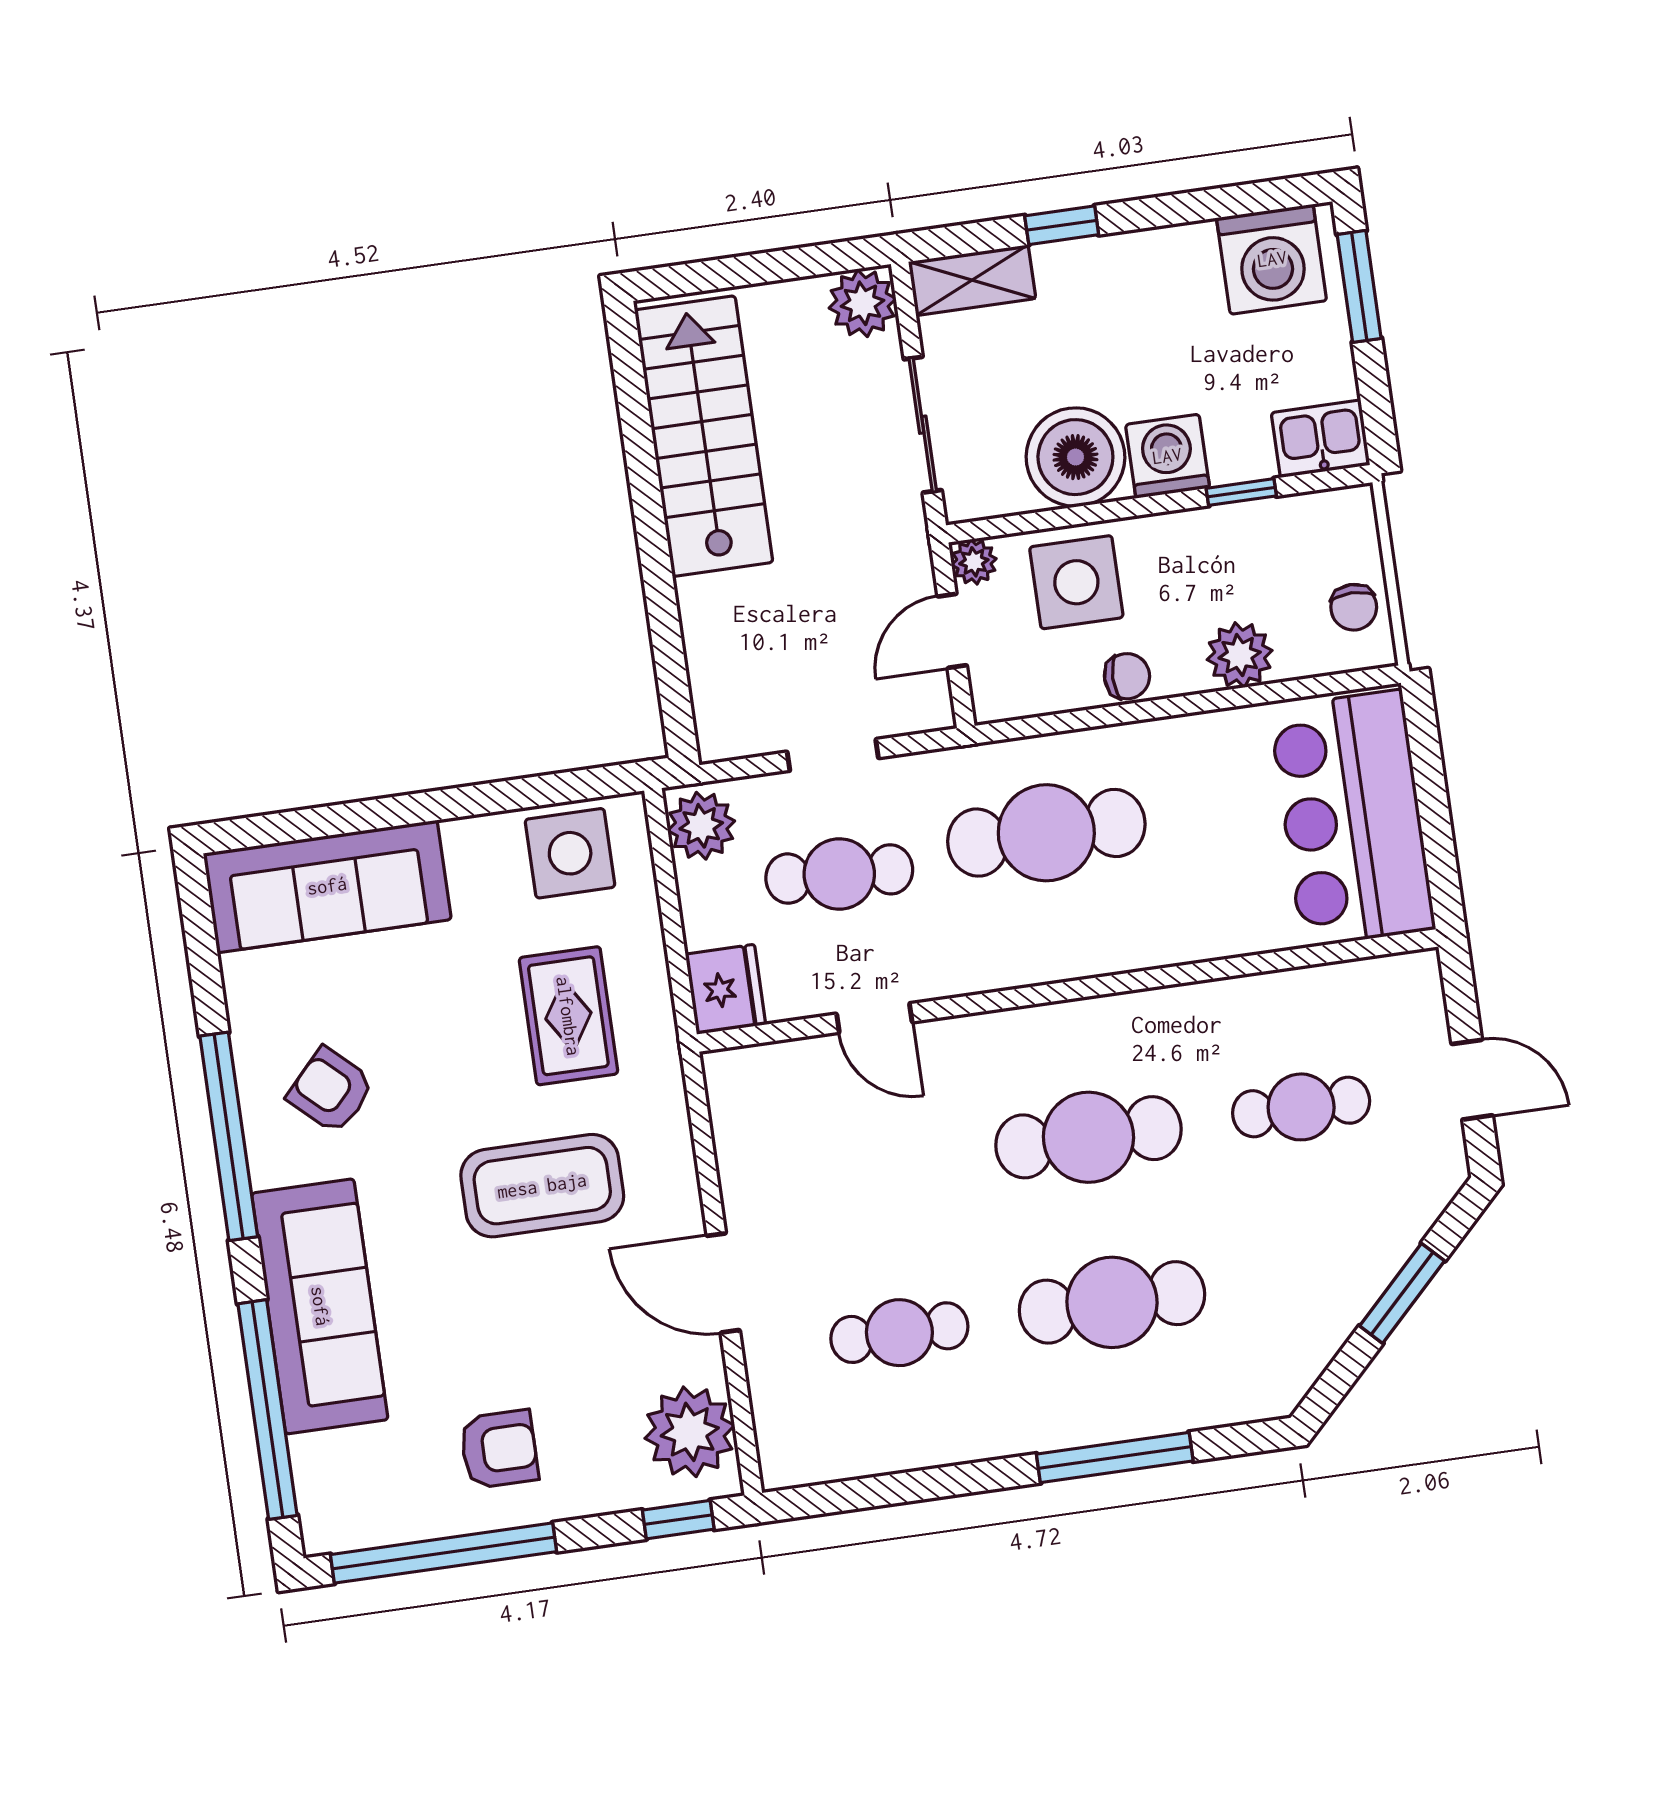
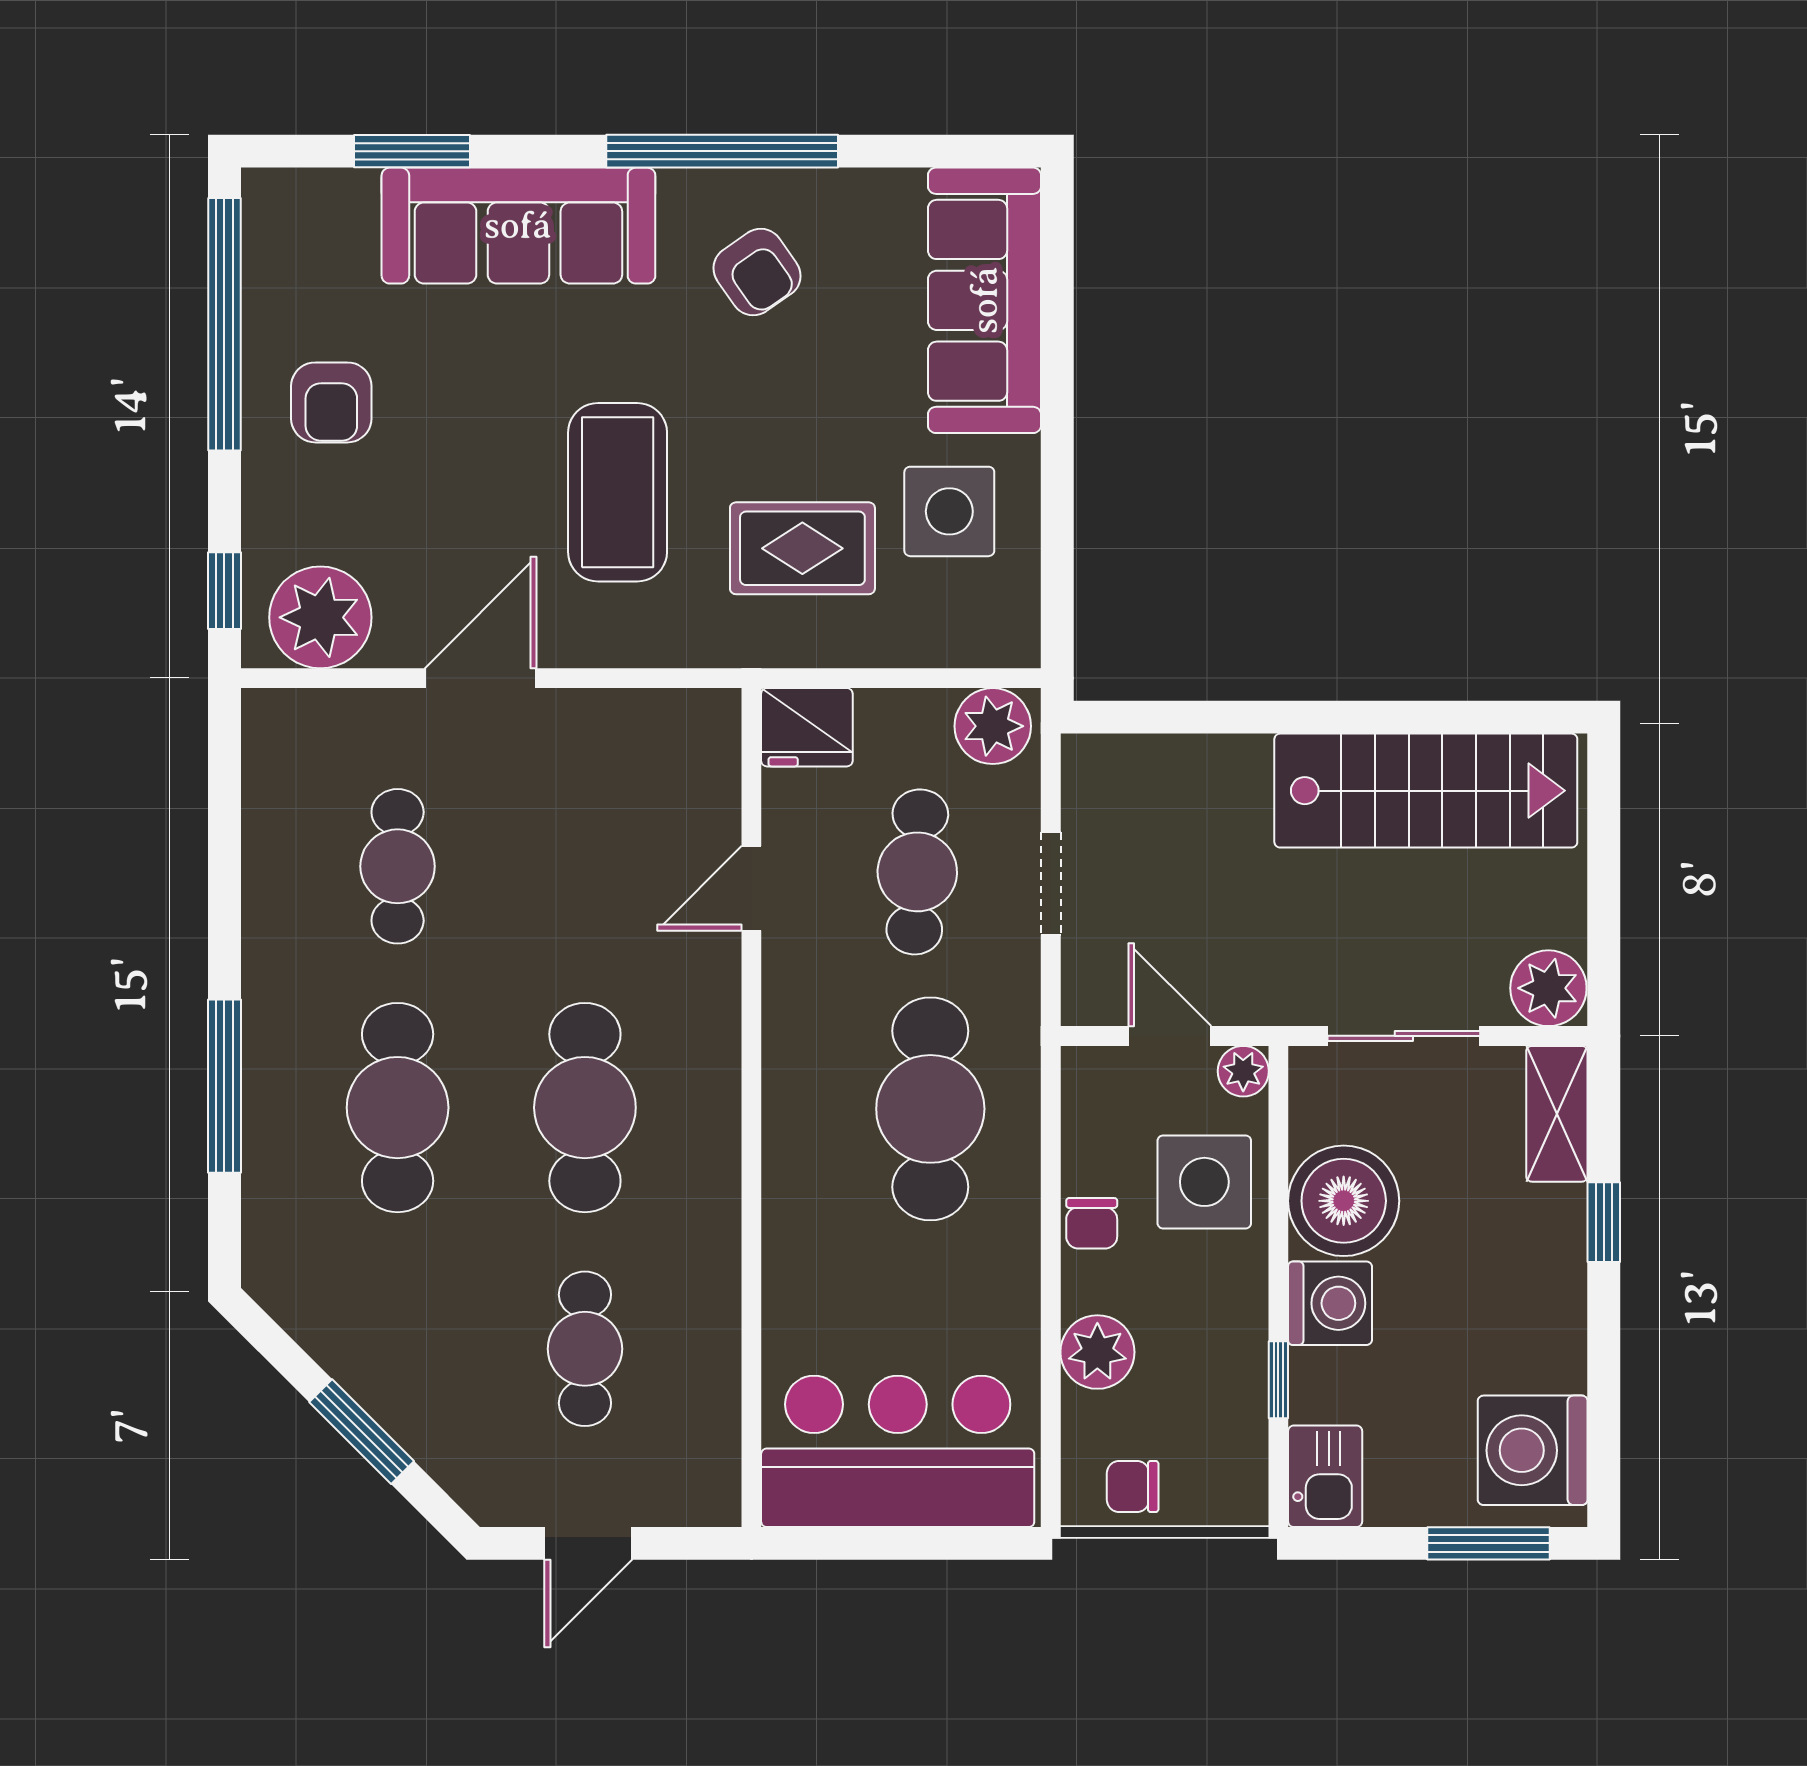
side table: (570, 853) -> (949, 511), moved
armchair: (331, 1090) -> (757, 272), turned 102
window: (268, 1410) -> (412, 151), width x0.47

